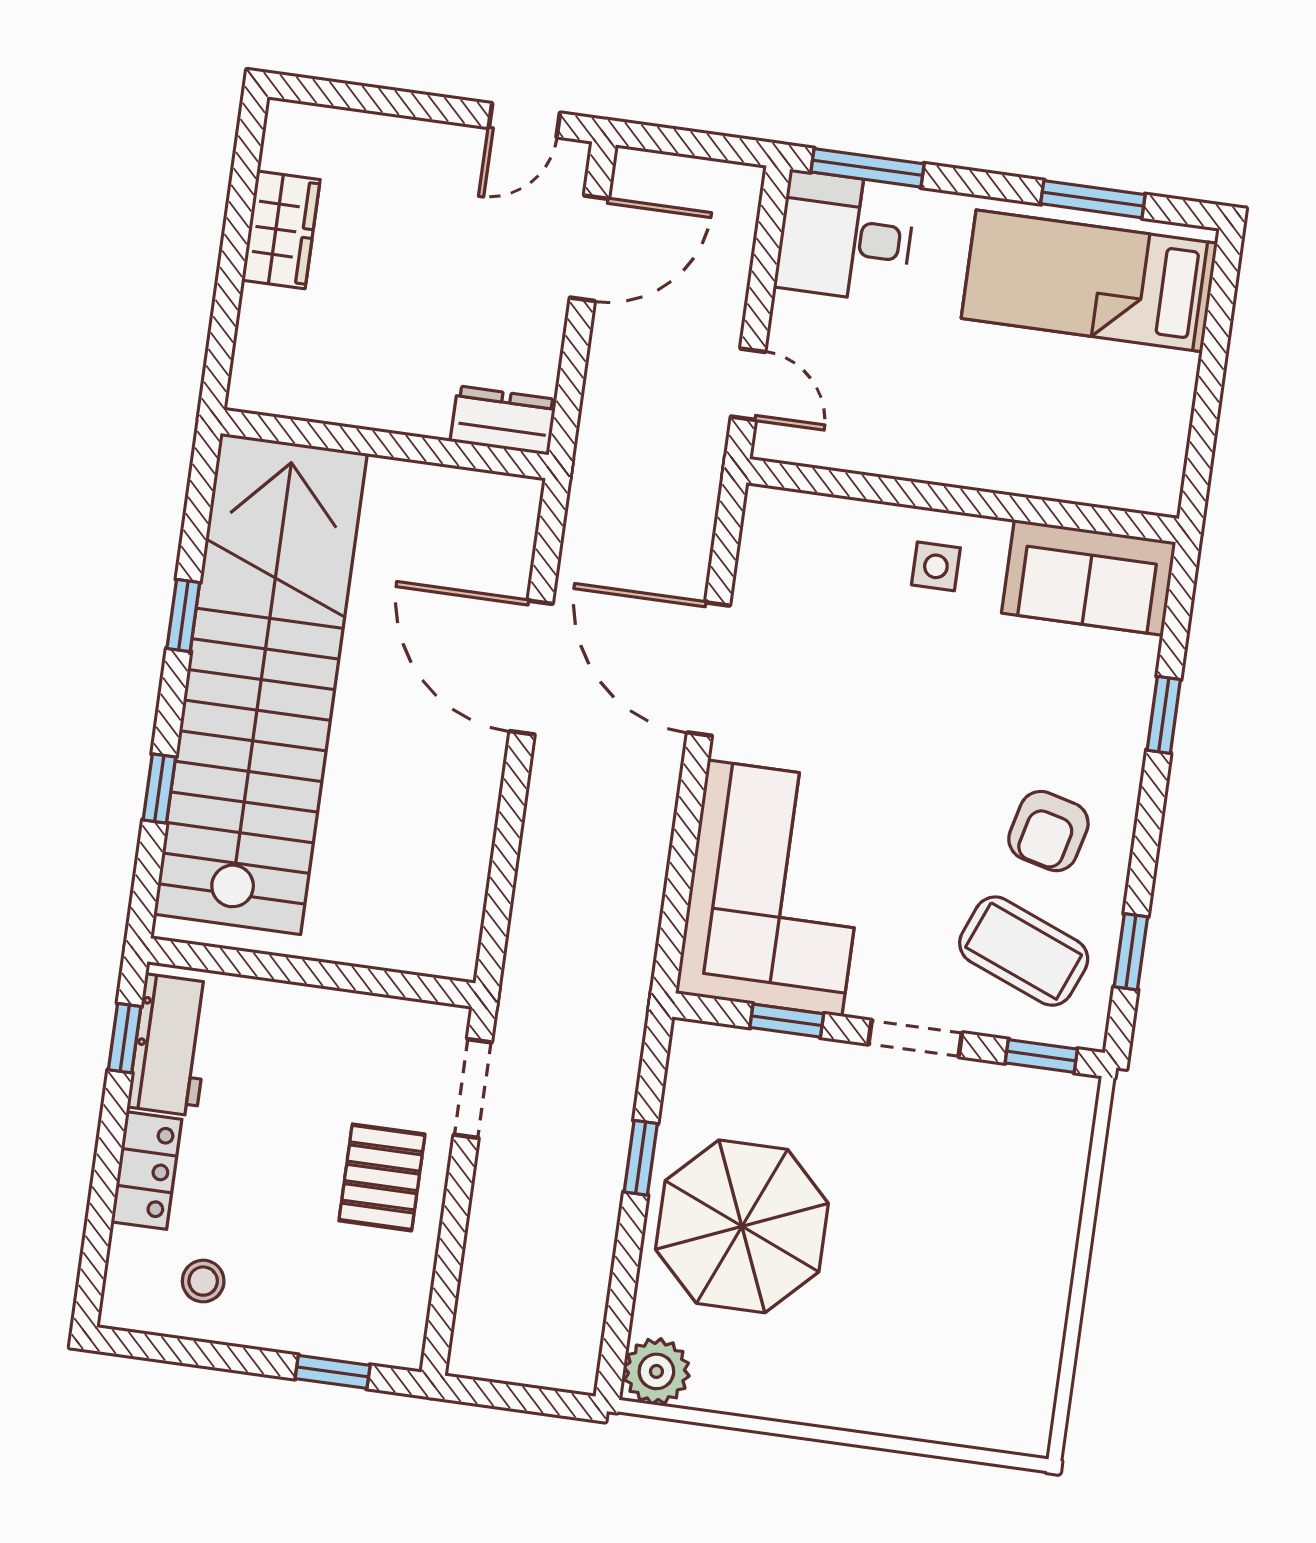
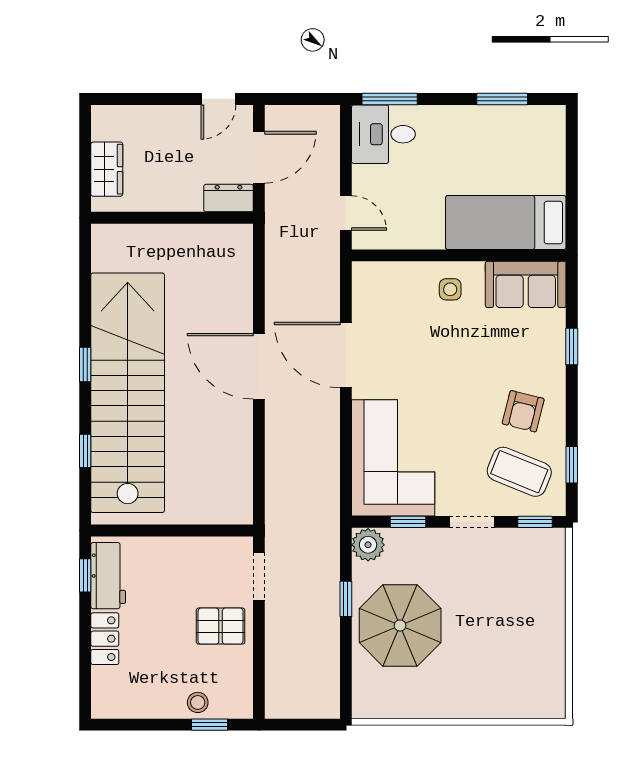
bed: (1089, 281) -> (506, 223), moved
dresser: (503, 420) -> (228, 198), moved
wall: (385, 444) -> (172, 218), moved
pallet: (382, 1177) -> (221, 626), turned 90
stool: (203, 1281) -> (198, 702), moved
plant: (656, 1371) -> (368, 545), moved

